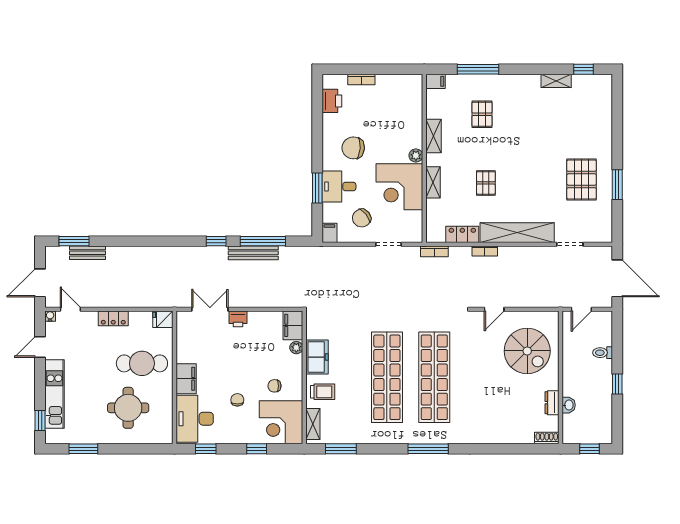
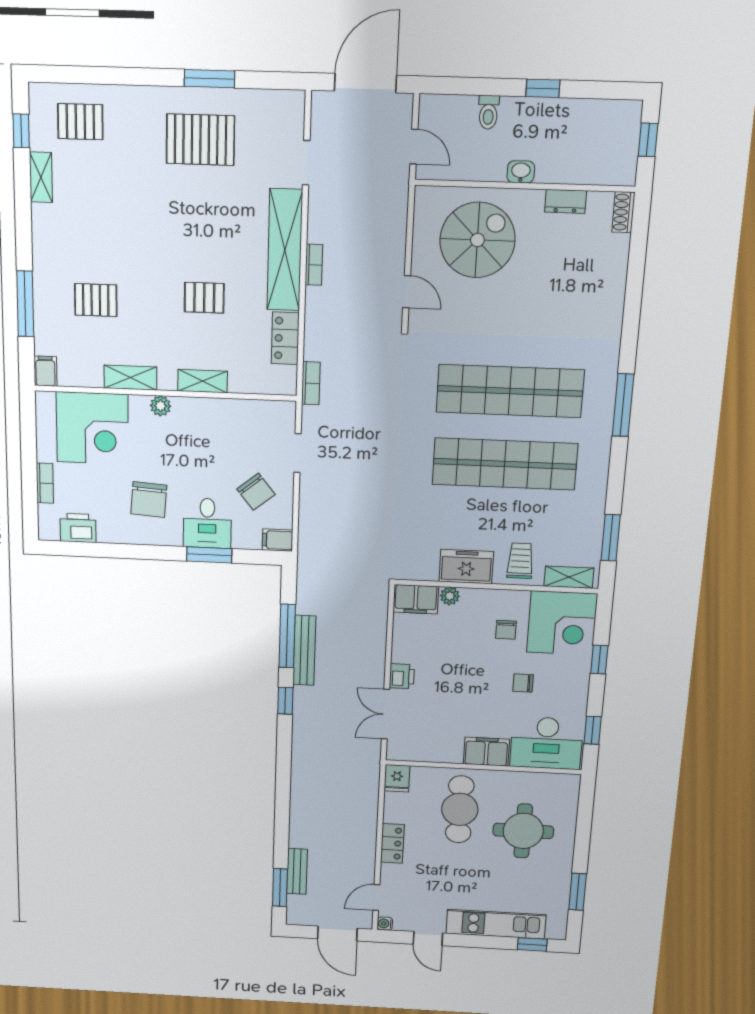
pallet: (590, 106) -> (80, 122), added
corner desk: (399, 187) -> (92, 428), moved
bookcase: (485, 251) -> (314, 265), moved
washbasin: (569, 405) -> (521, 172), moved

